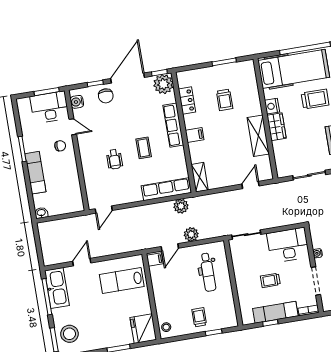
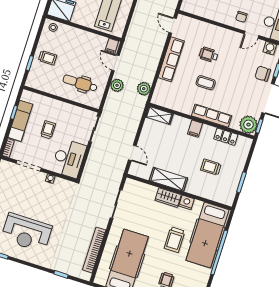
row of seats: (166, 189) -> (171, 59), moved

